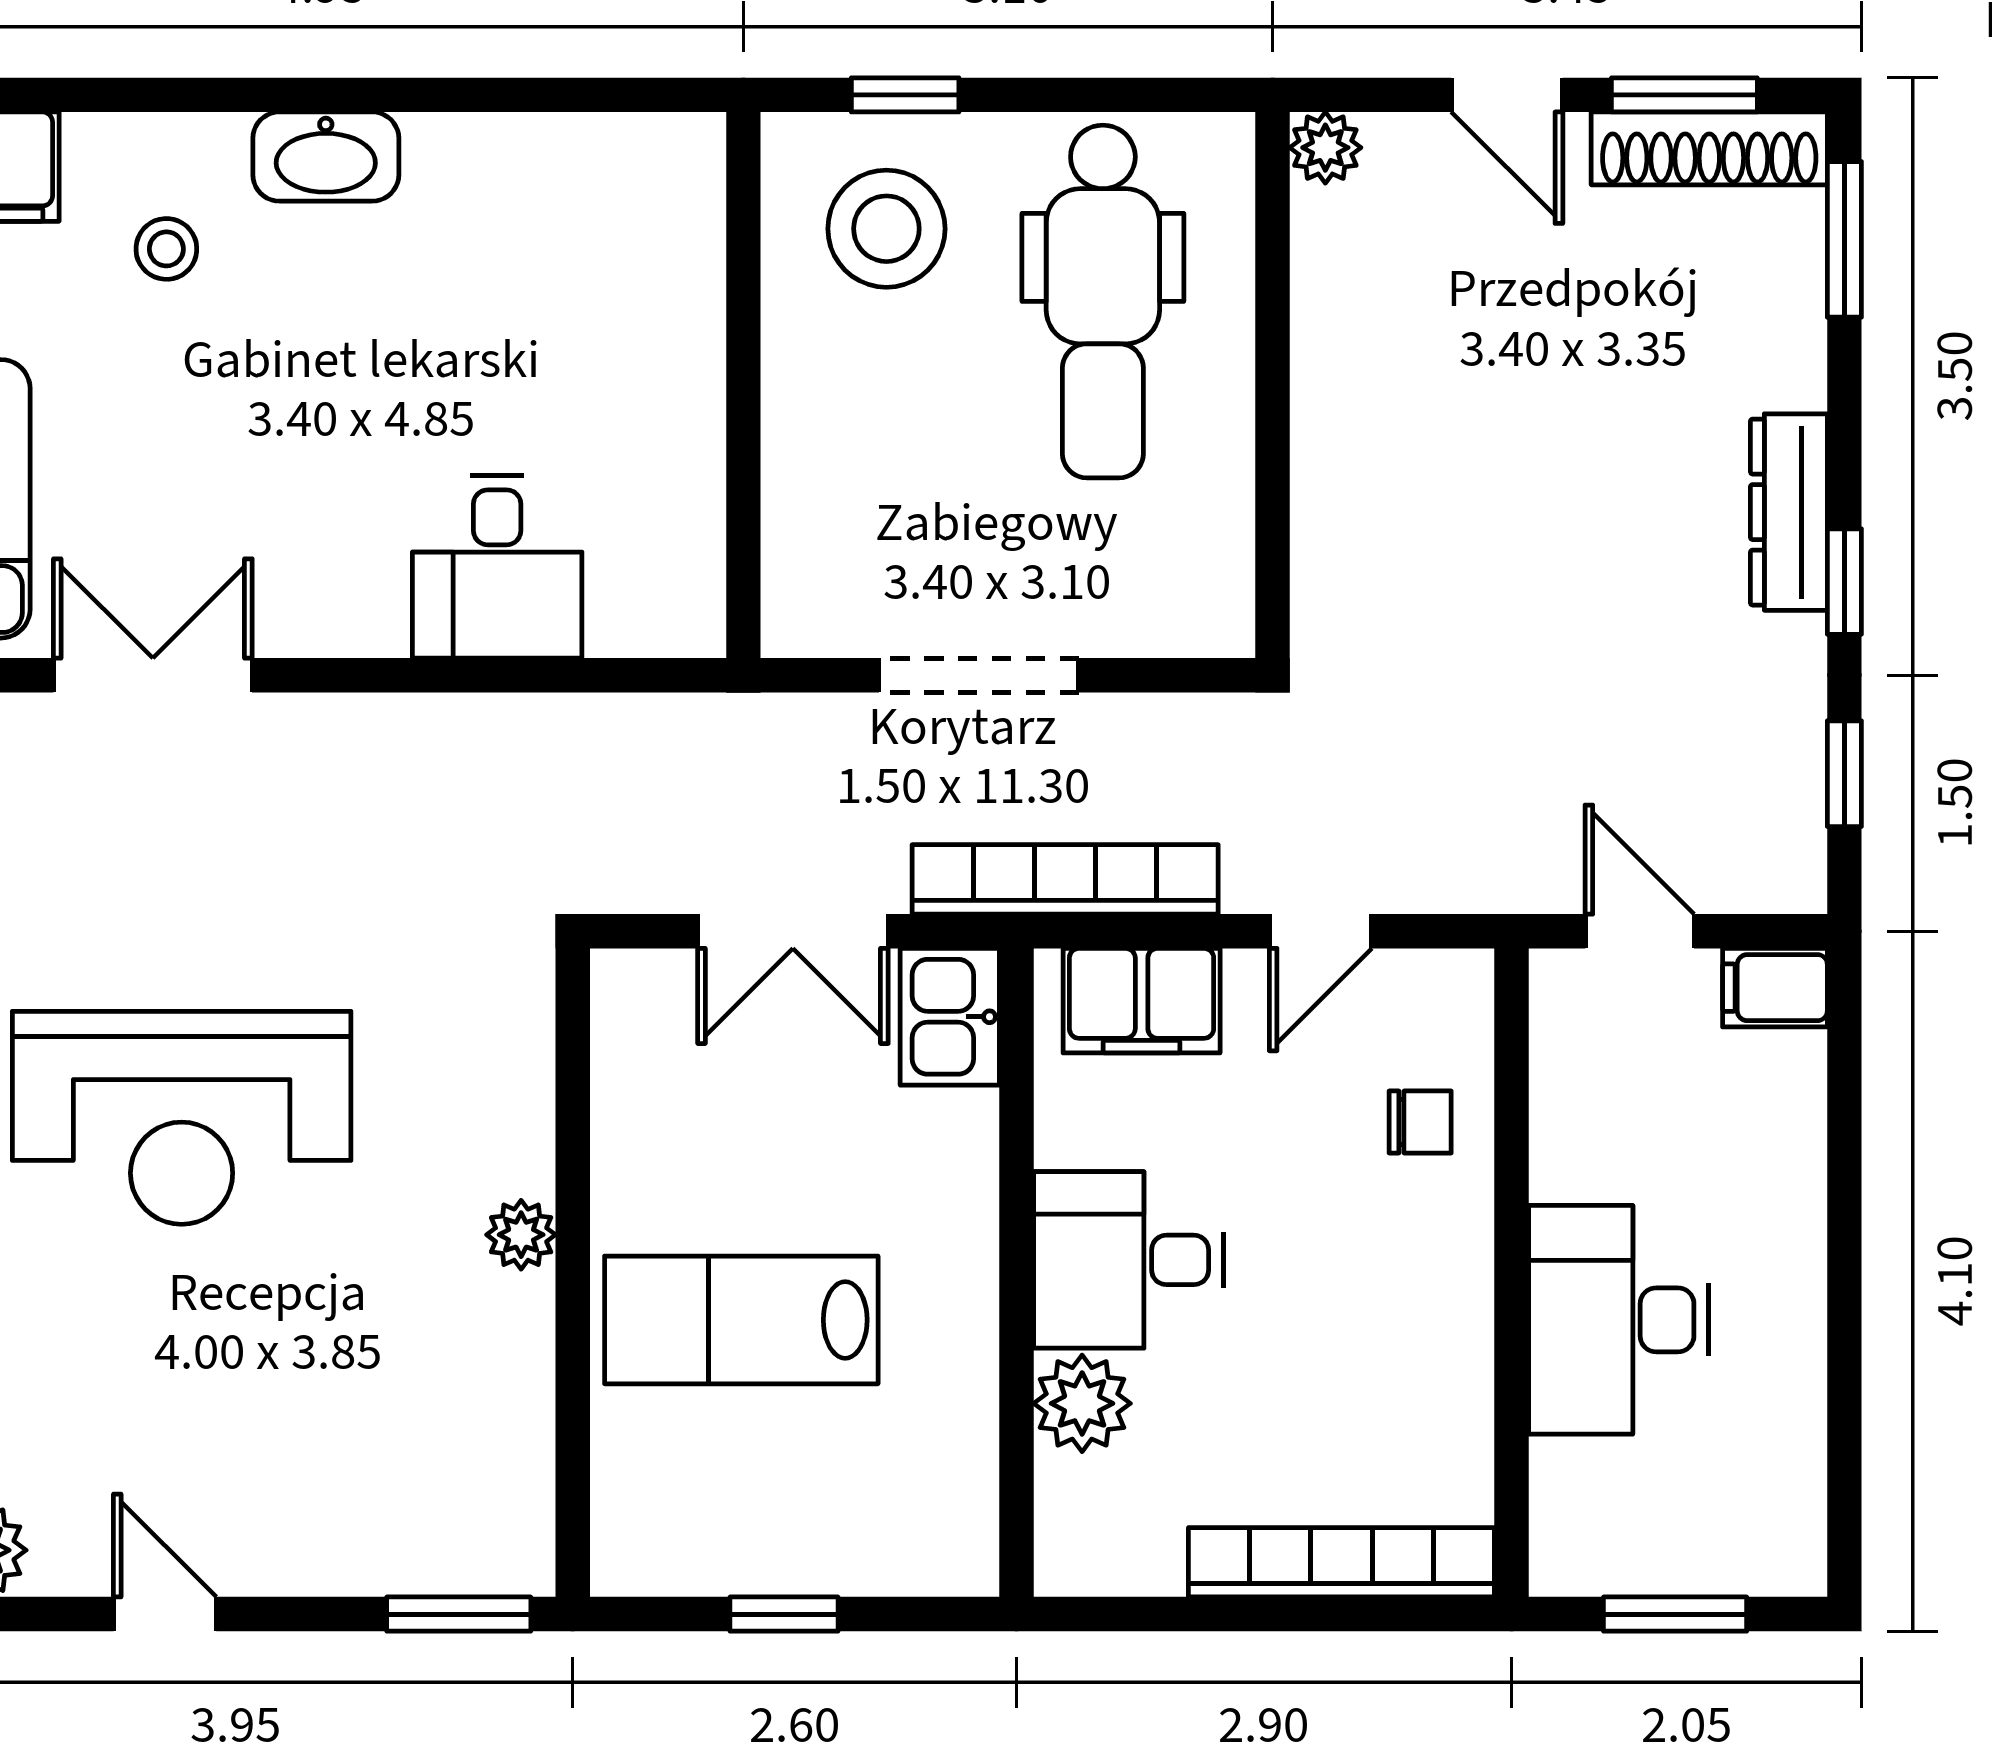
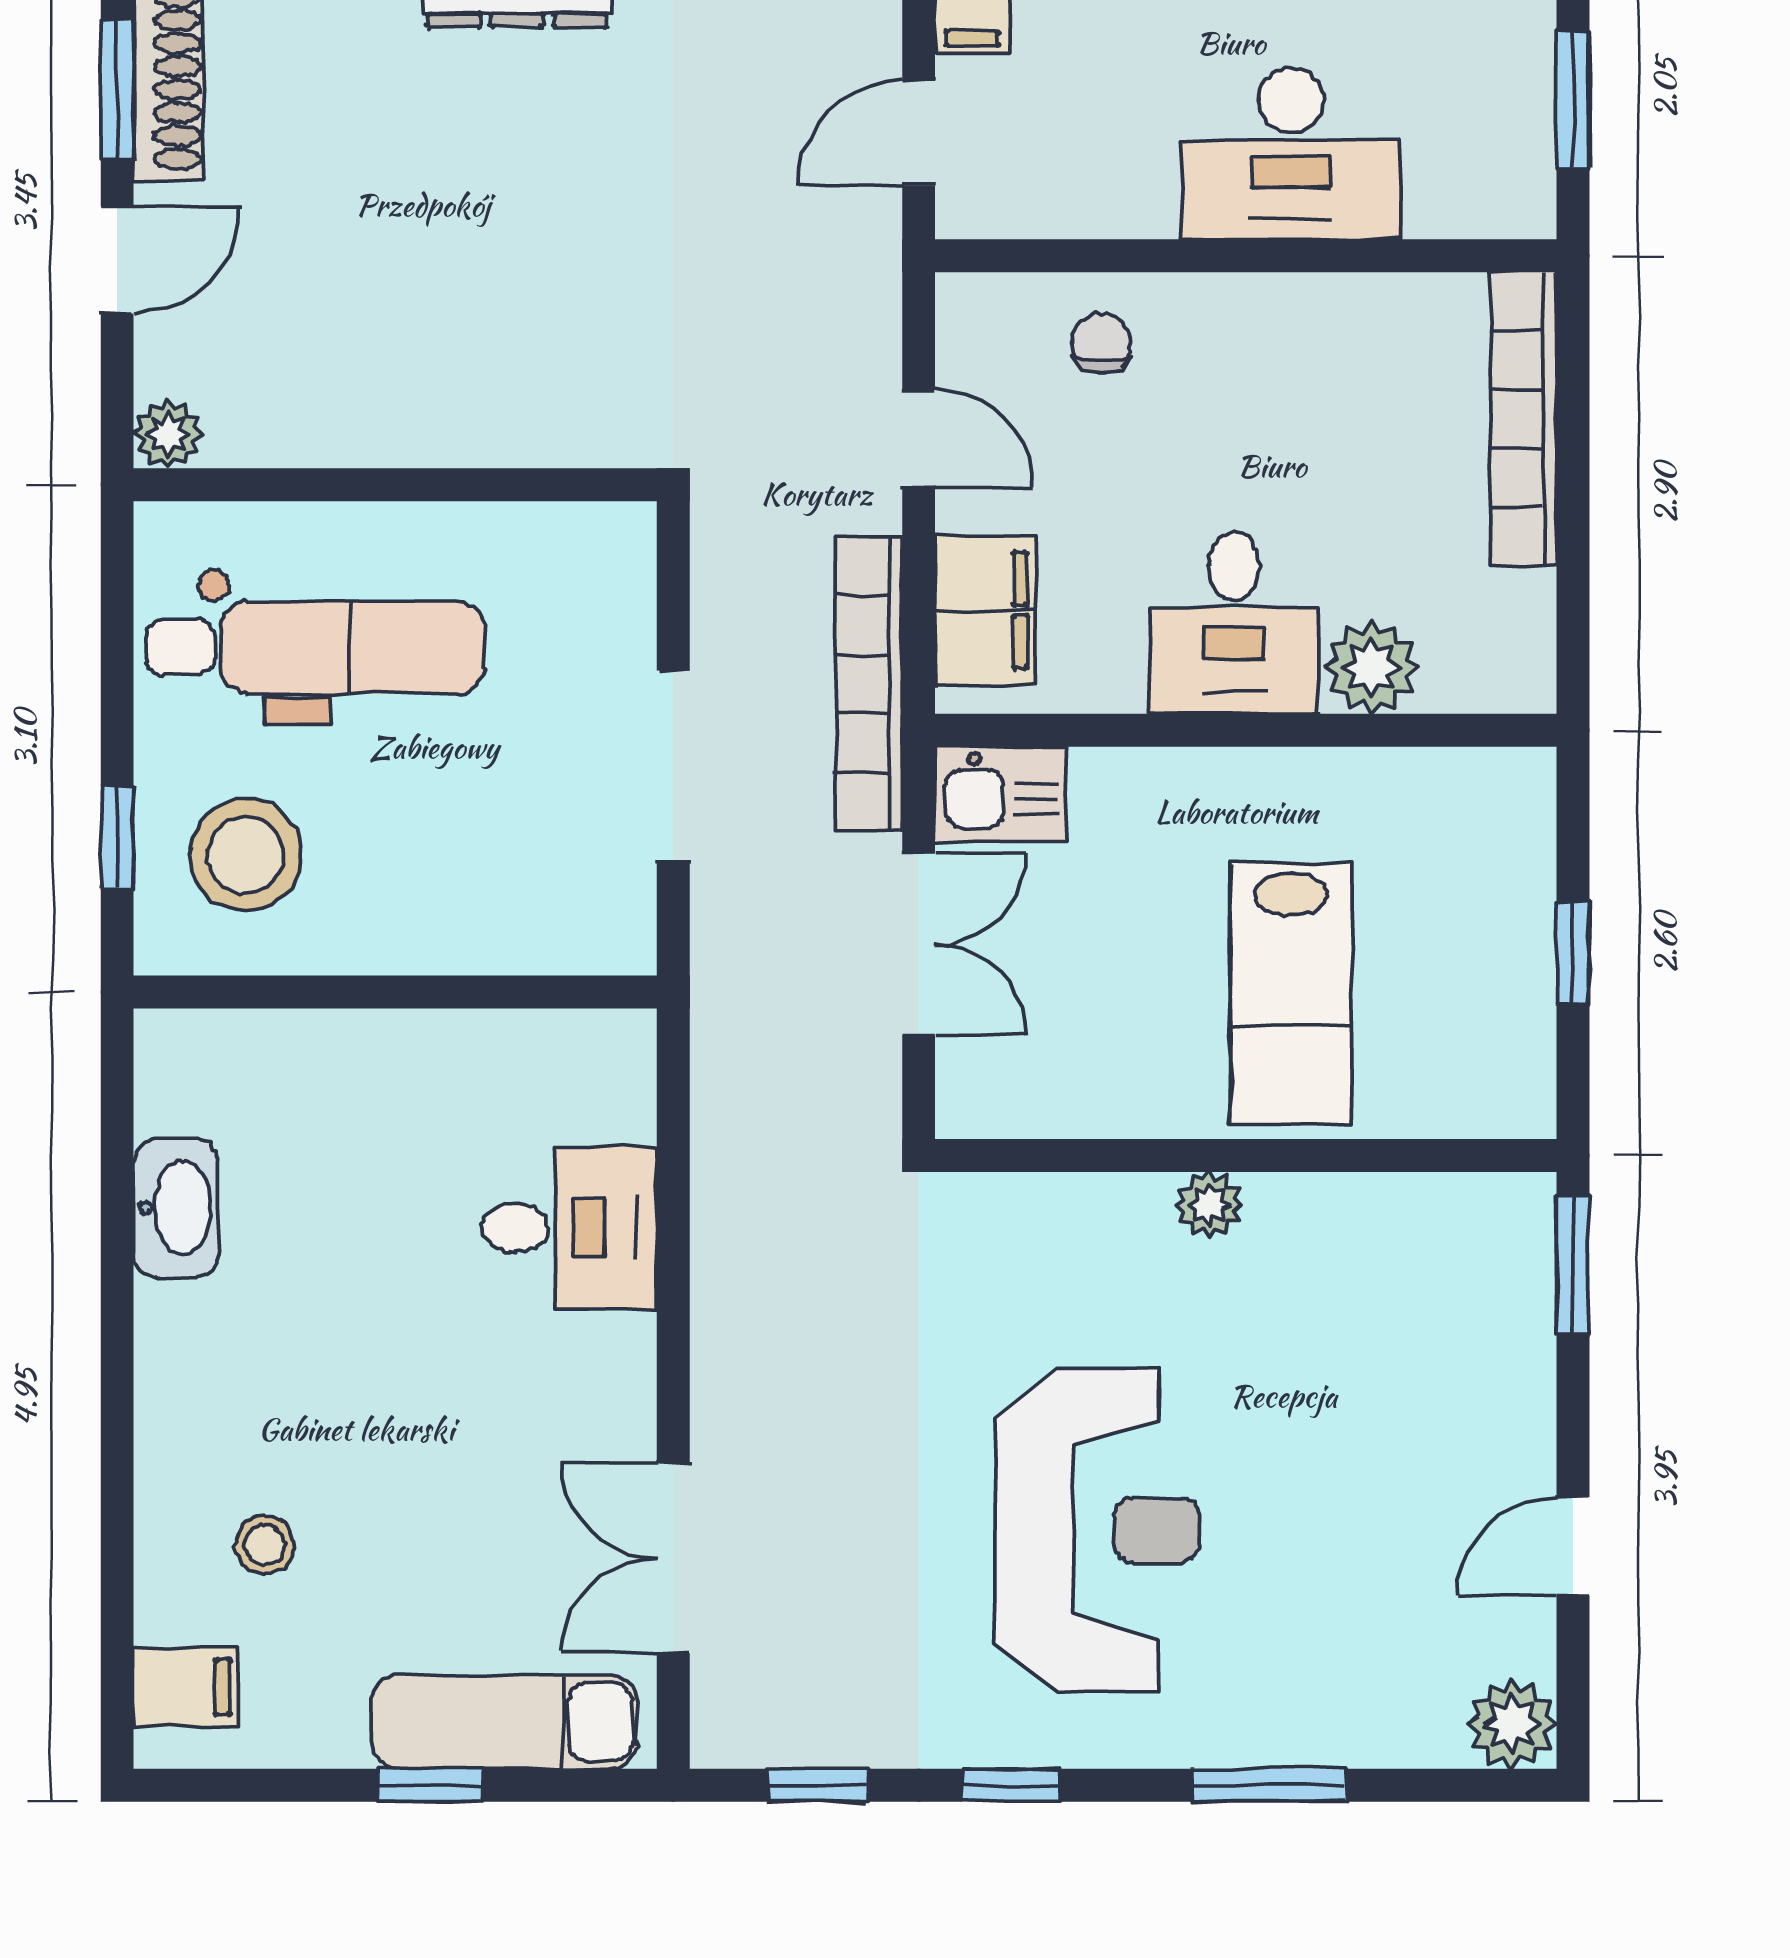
washbasin: (326, 157) -> (176, 1208), moved

